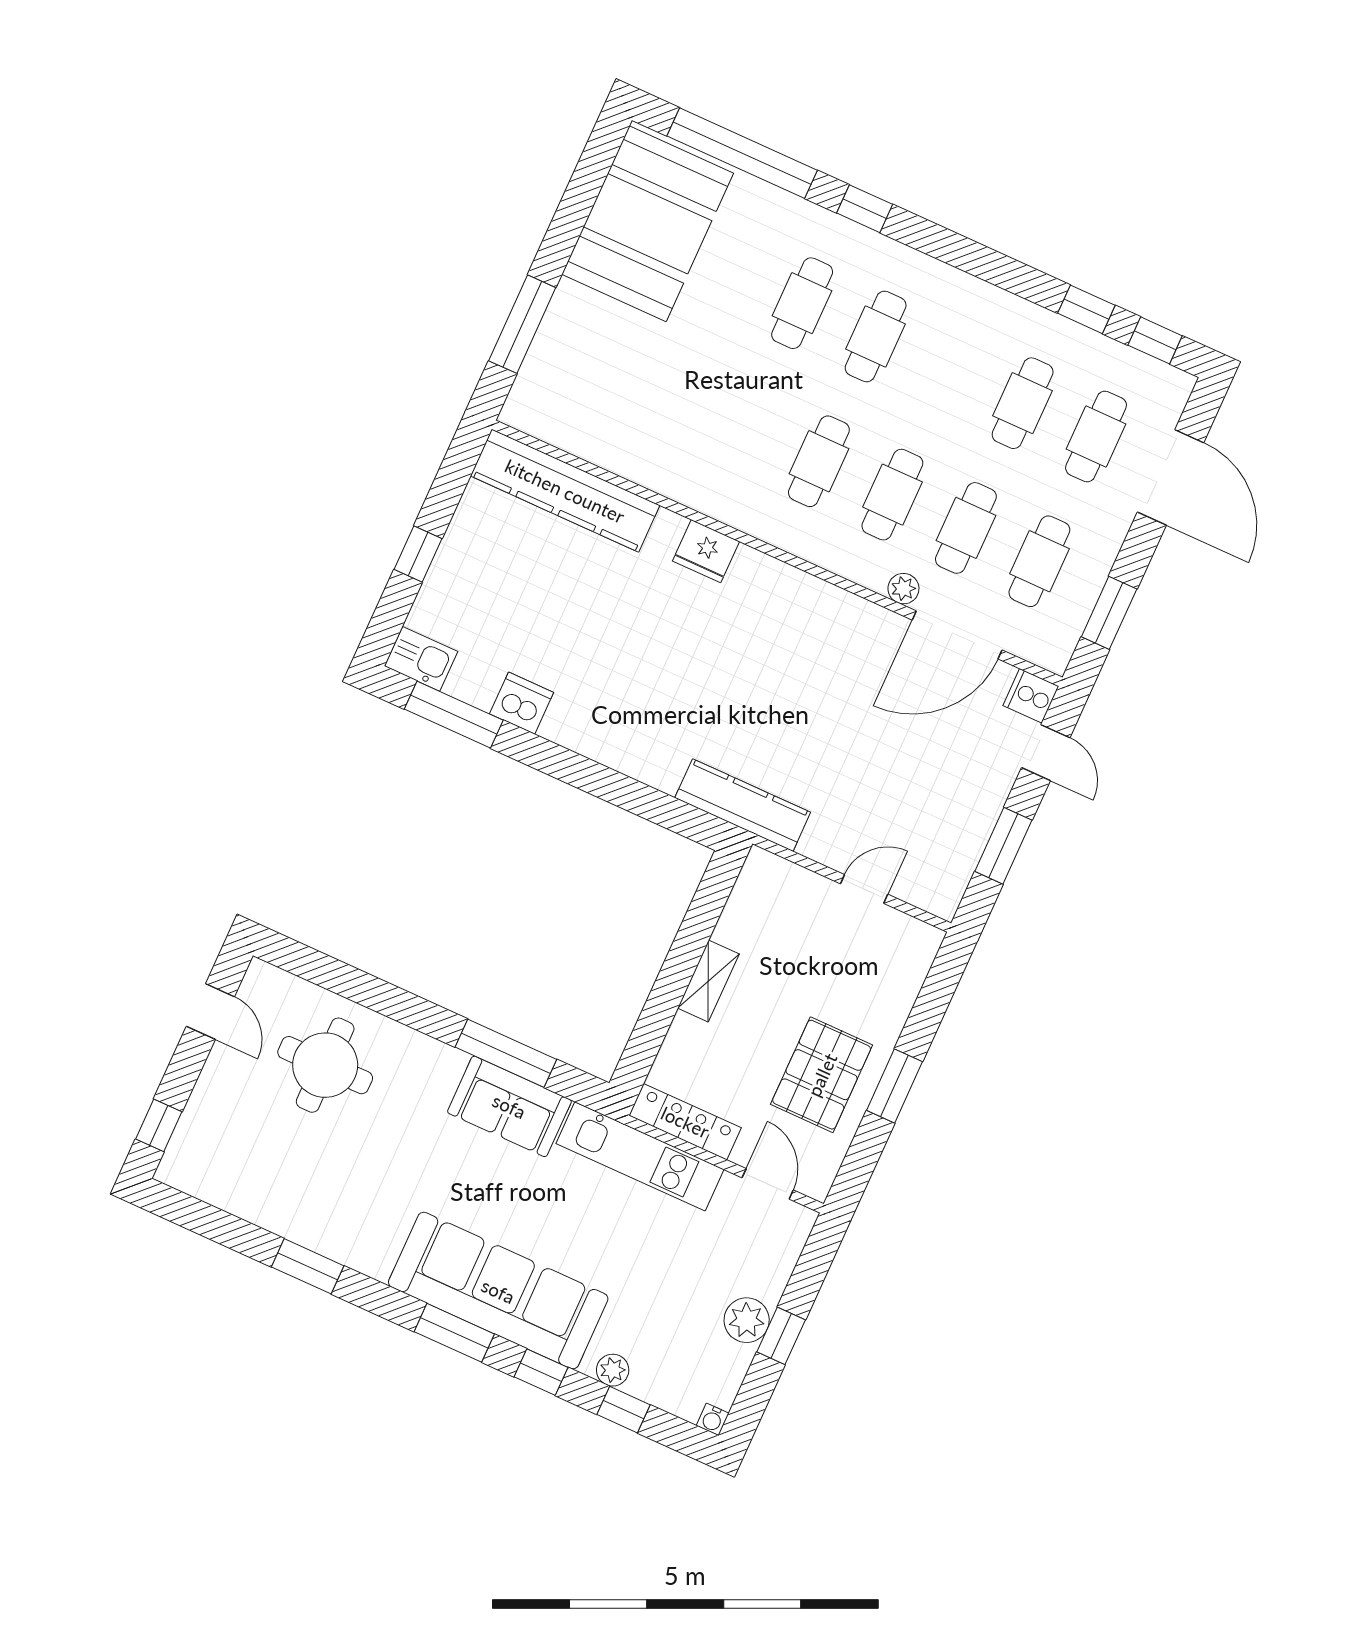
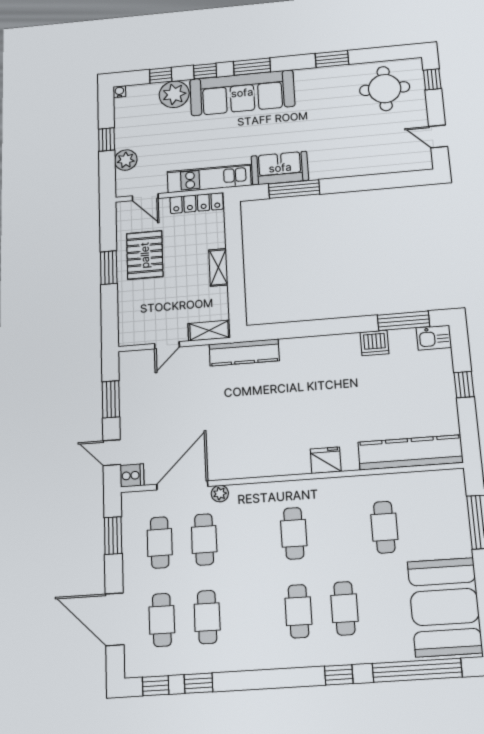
cafe table: (892, 495) -> (384, 527), moved
shelving: (781, 876) -> (209, 331), added
round table: (325, 1065) -> (385, 89), moved
plant: (747, 1320) -> (126, 160), moved
plant: (613, 1370) -> (174, 94), width x1.88, depth x1.88

